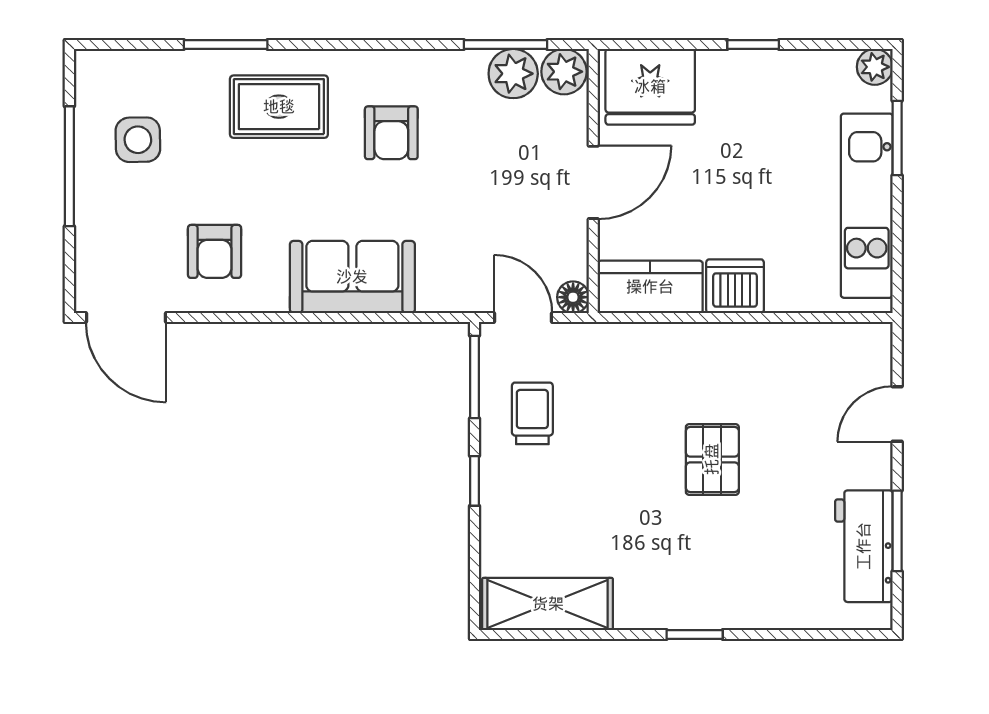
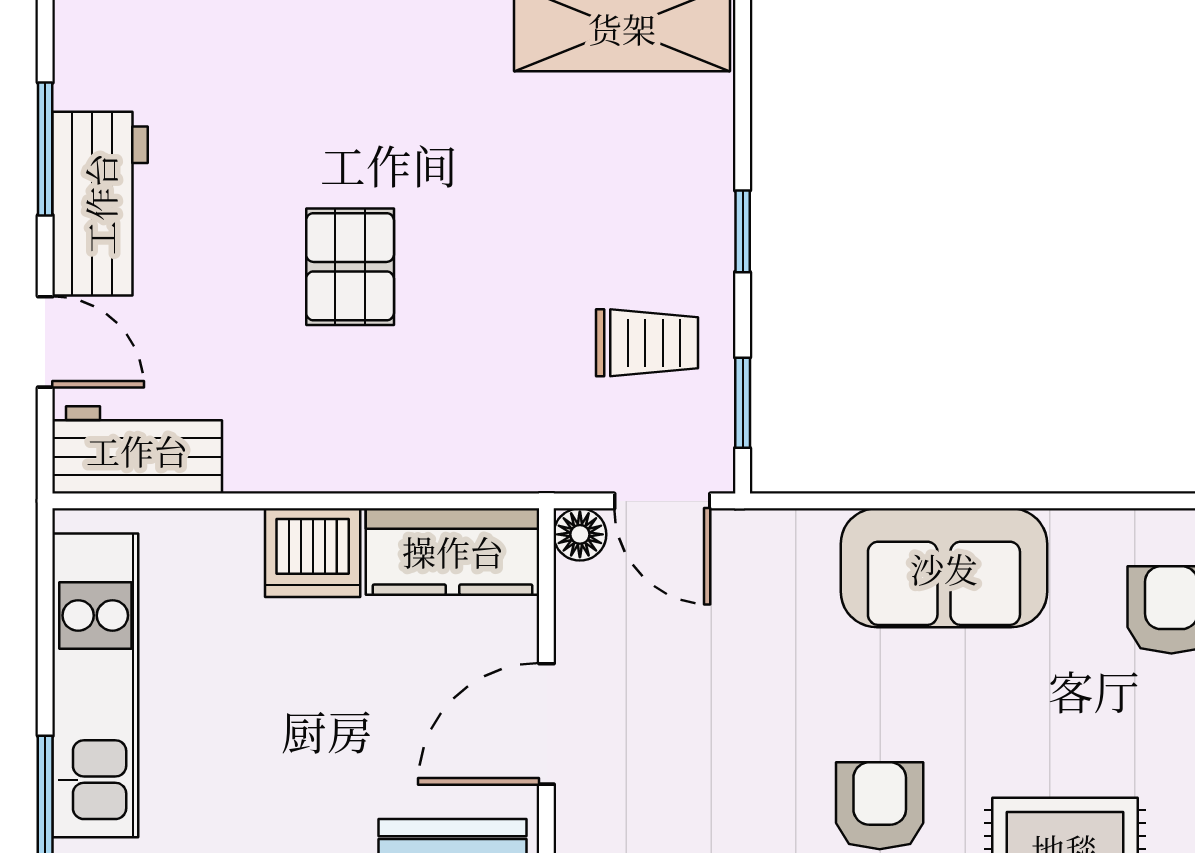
workbench: (841, 348) -> (137, 450), added
window: (474, 377) -> (743, 403), width x0.67
trolley: (532, 413) -> (647, 343), turned -90
door: (897, 414) -> (45, 342), hinge flipped
workbench: (864, 546) -> (100, 204), moved

